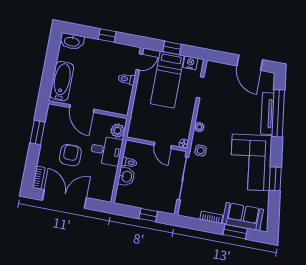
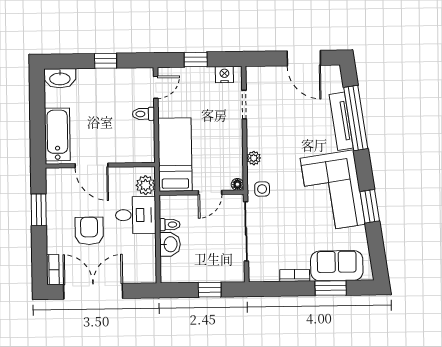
bed: (167, 80) -> (175, 155), moved, turned 180
door: (163, 145) -> (210, 193), hinge flipped

